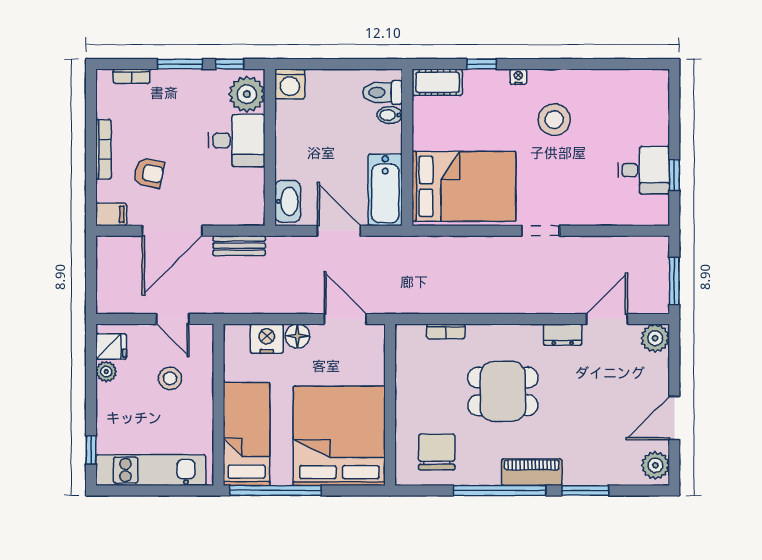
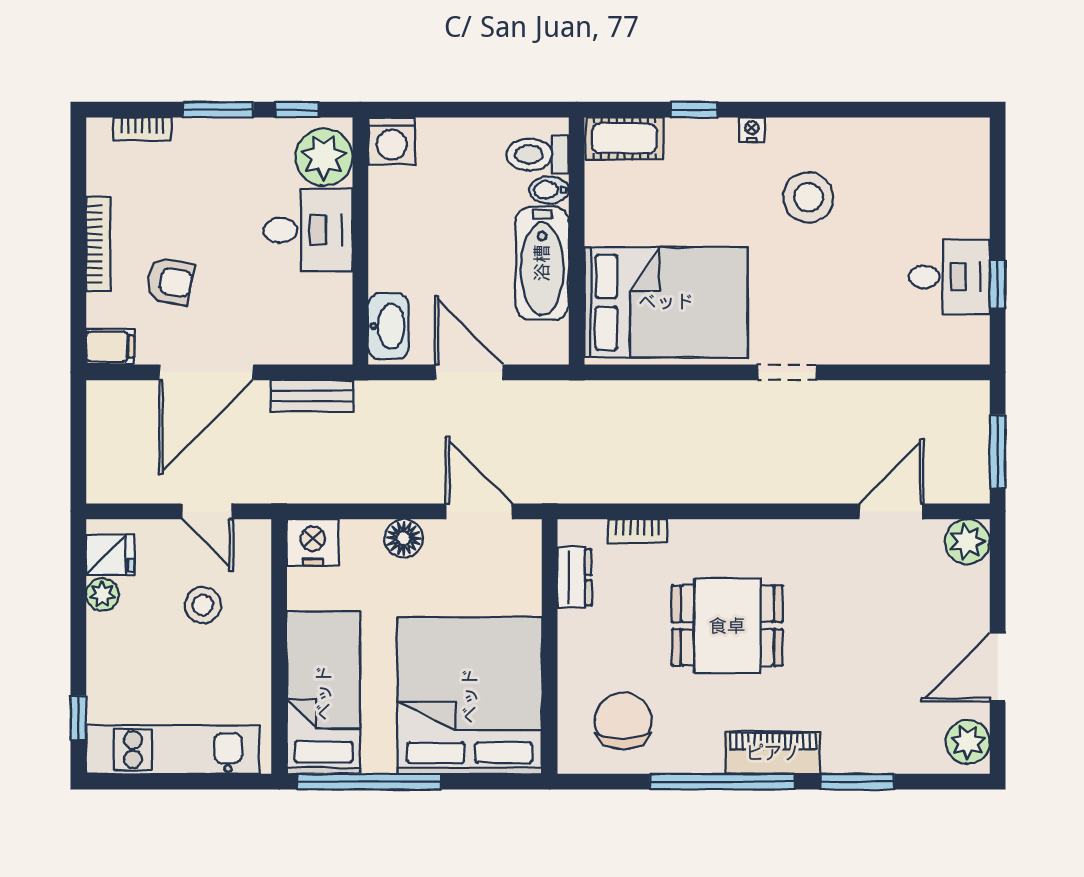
bathtub: (385, 190) -> (542, 263), moved
dresser: (563, 335) -> (574, 577), moved, turned -90
nightstand: (267, 339) -> (313, 542), moved

